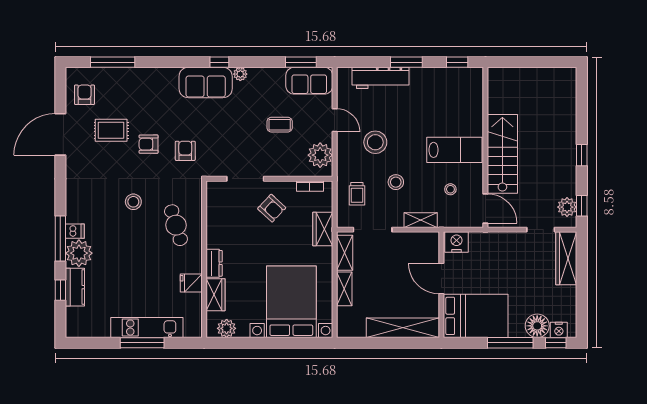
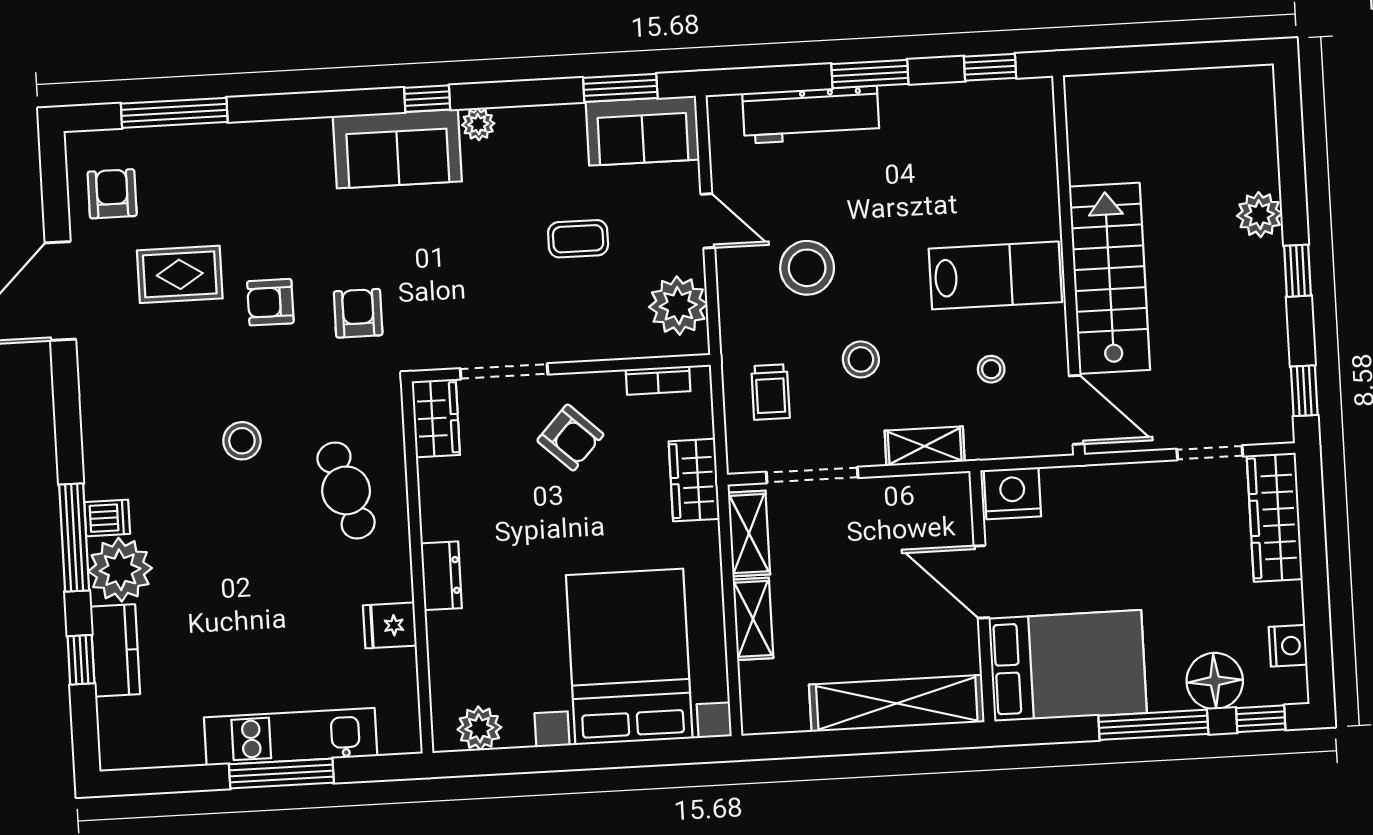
plant: (567, 207) -> (1260, 215), moved
wardrobe: (215, 295) -> (436, 418), moved
nightstand: (559, 330) -> (1288, 646), moved, turned -90

